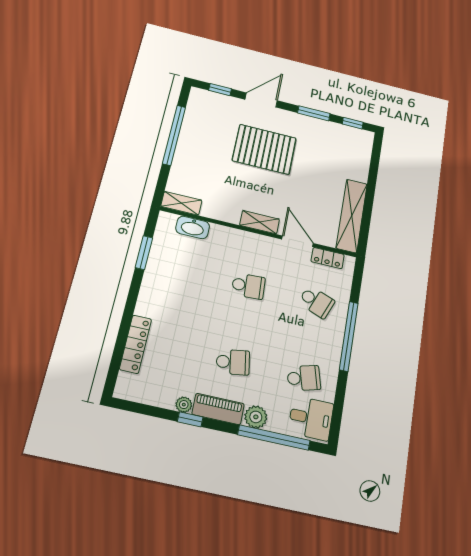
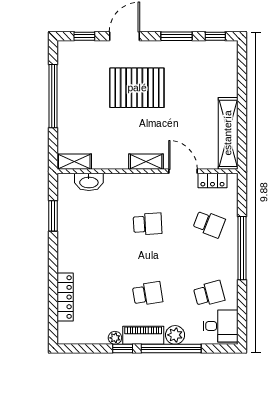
window: (274, 438) -> (171, 348), moved

